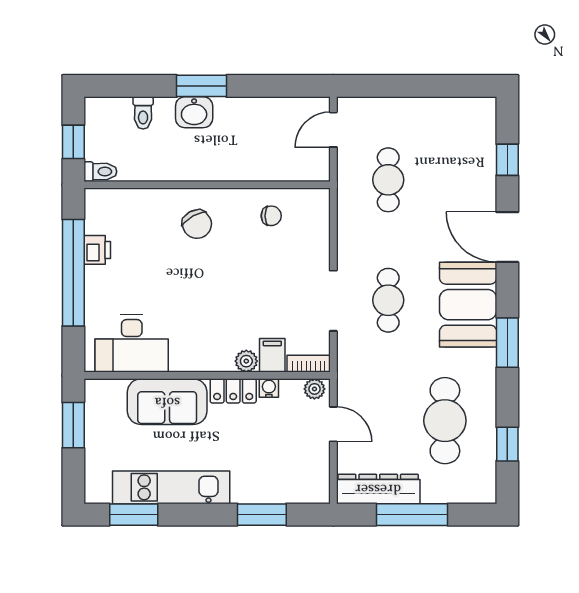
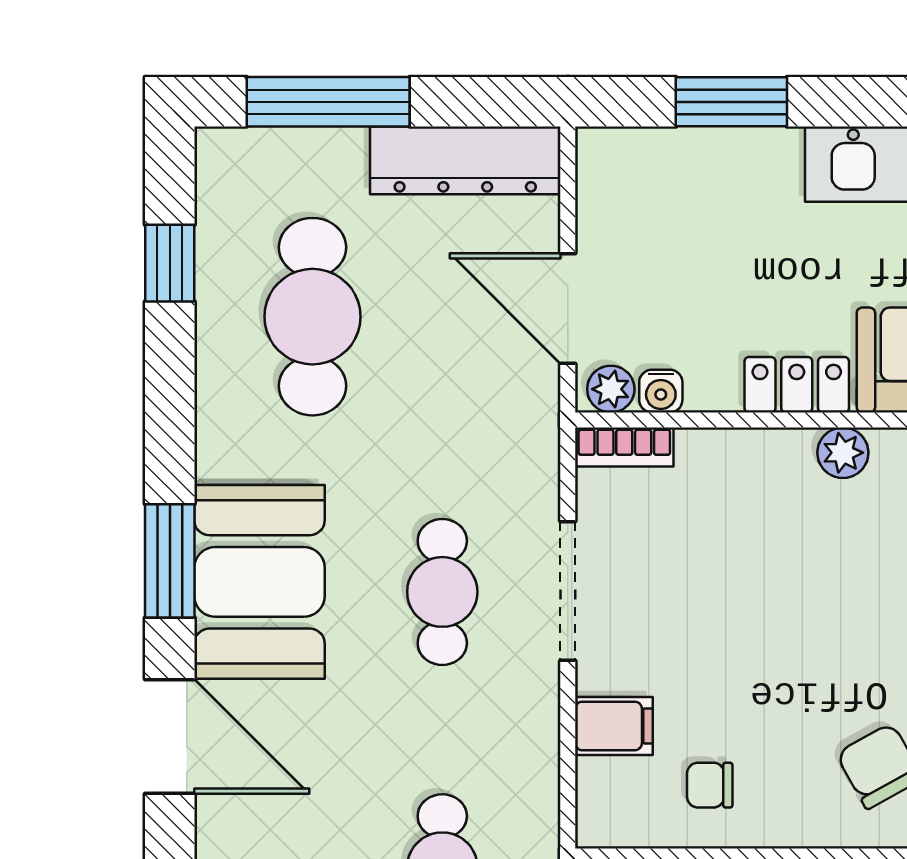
window: (507, 343) -> (170, 561), moved
filing cabinet: (272, 355) -> (614, 726), moved, turned -90
plant: (246, 361) -> (843, 453), moved
water cooler: (269, 388) -> (661, 391), moved
door: (333, 424) -> (568, 309), width x1.38
window: (412, 515) -> (328, 102), moved

